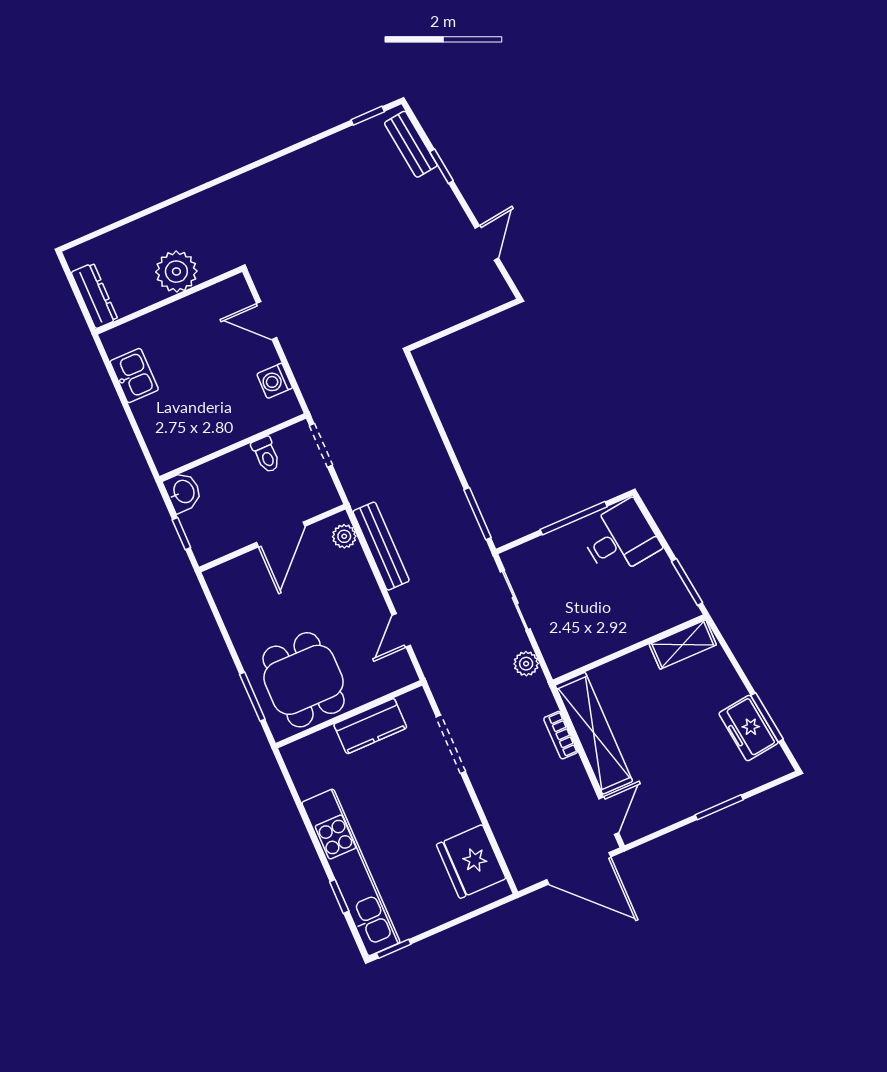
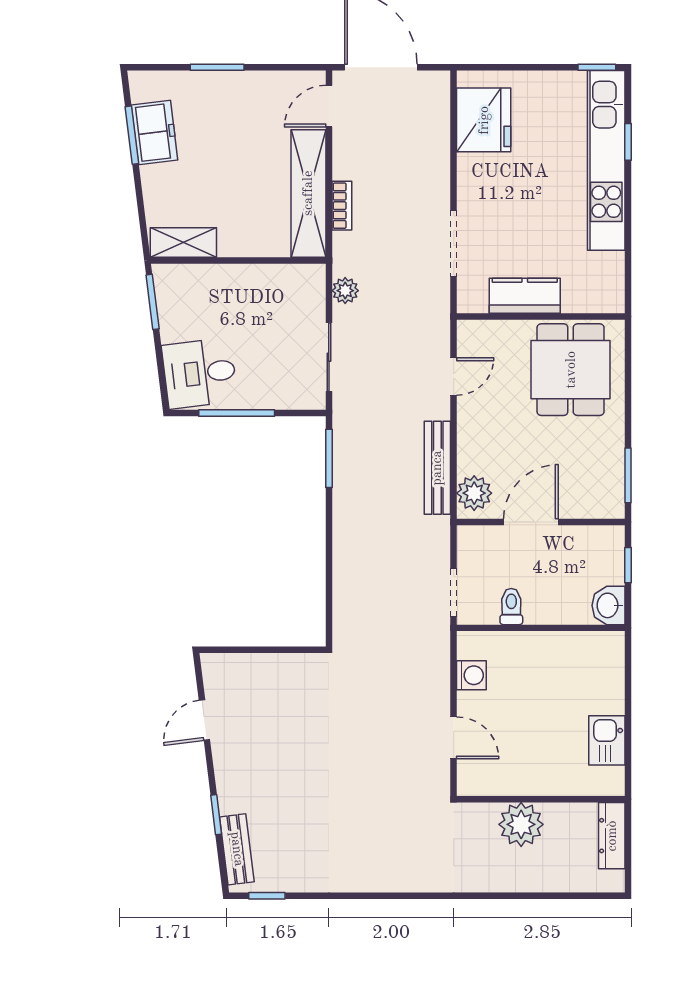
plant: (344, 536) -> (474, 493), width x1.38, depth x1.38
window: (252, 697) -> (628, 475), moved

